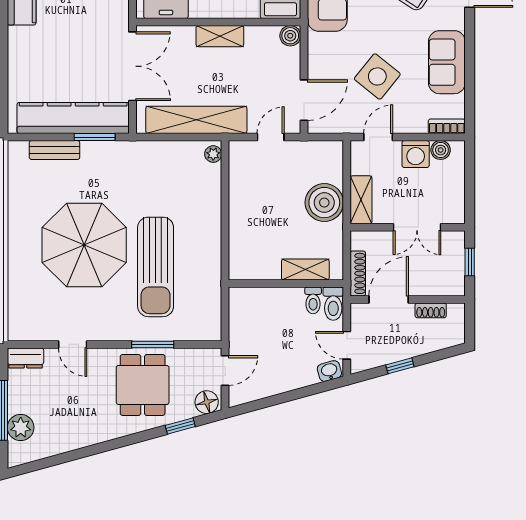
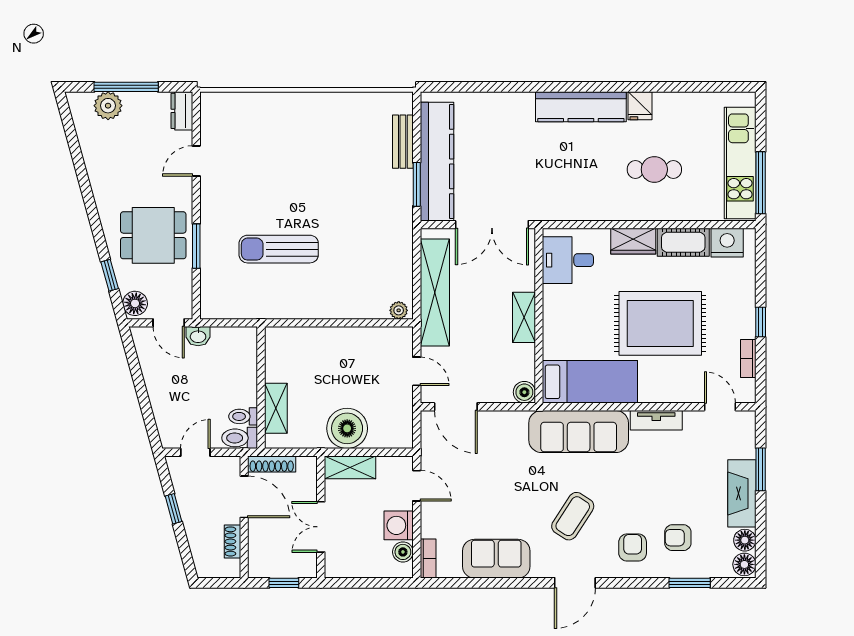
side table: (377, 76) -> (481, 485), removed
parasol: (84, 245) -> (302, 173), removed
sun lounger: (156, 267) -> (279, 249), width x0.73, depth x0.75
washbasin: (329, 371) -> (198, 336), moved, turned 105

